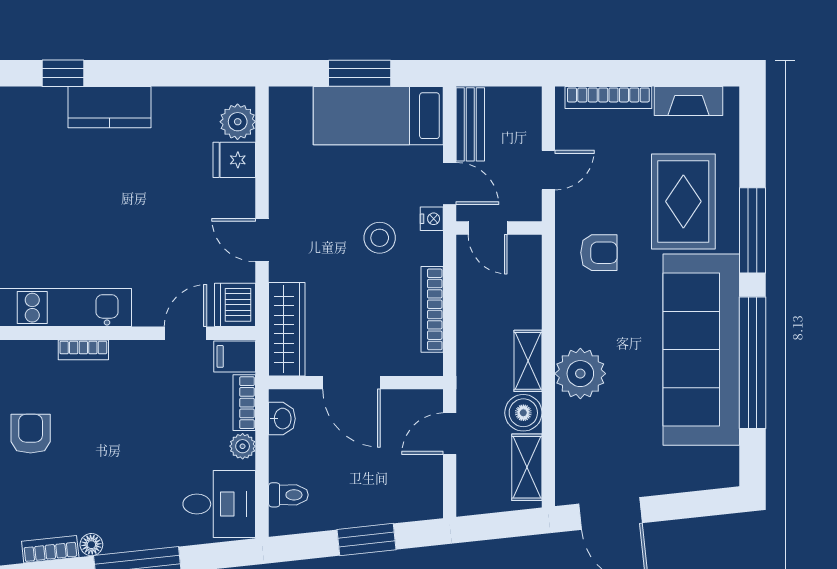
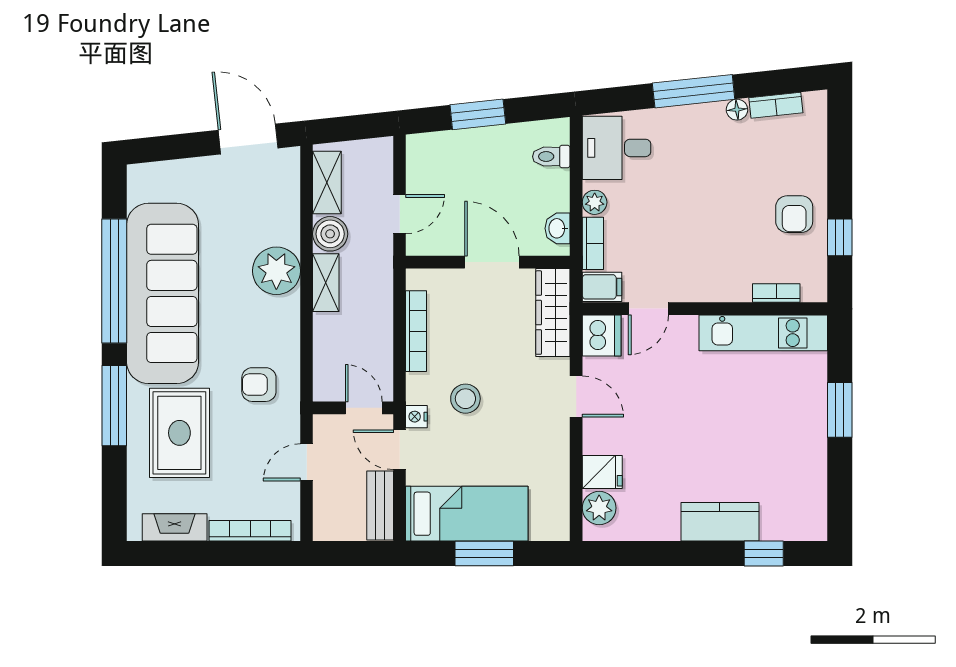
bookcase: (83, 350) -> (776, 293), moved

